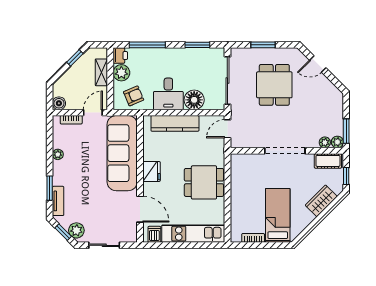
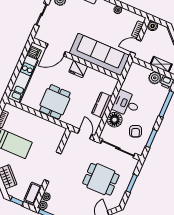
armchair: (134, 96) -> (136, 131), moved
door: (93, 113) -> (136, 46), swing flipped
kitchen counter: (175, 123) -> (102, 105), width x0.67

